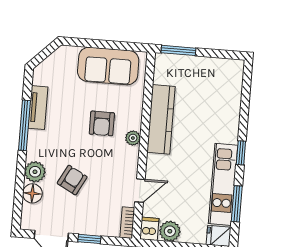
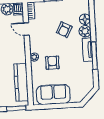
tv unit: (38, 108) -> (87, 50), moved
kitchen counter: (161, 119) -> (21, 82), moved
door: (140, 191) -> (26, 29), hinge flipped

